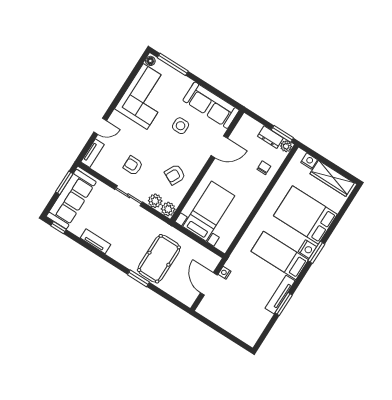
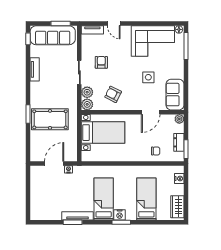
sofa: (211, 105) -> (175, 95), width x0.73
plant: (286, 146) -> (179, 119), moved
door: (219, 147) -> (151, 112), hinge flipped
wardrobe: (332, 178) -> (177, 207), width x0.67
bed: (305, 215) -> (146, 199), width x0.67

